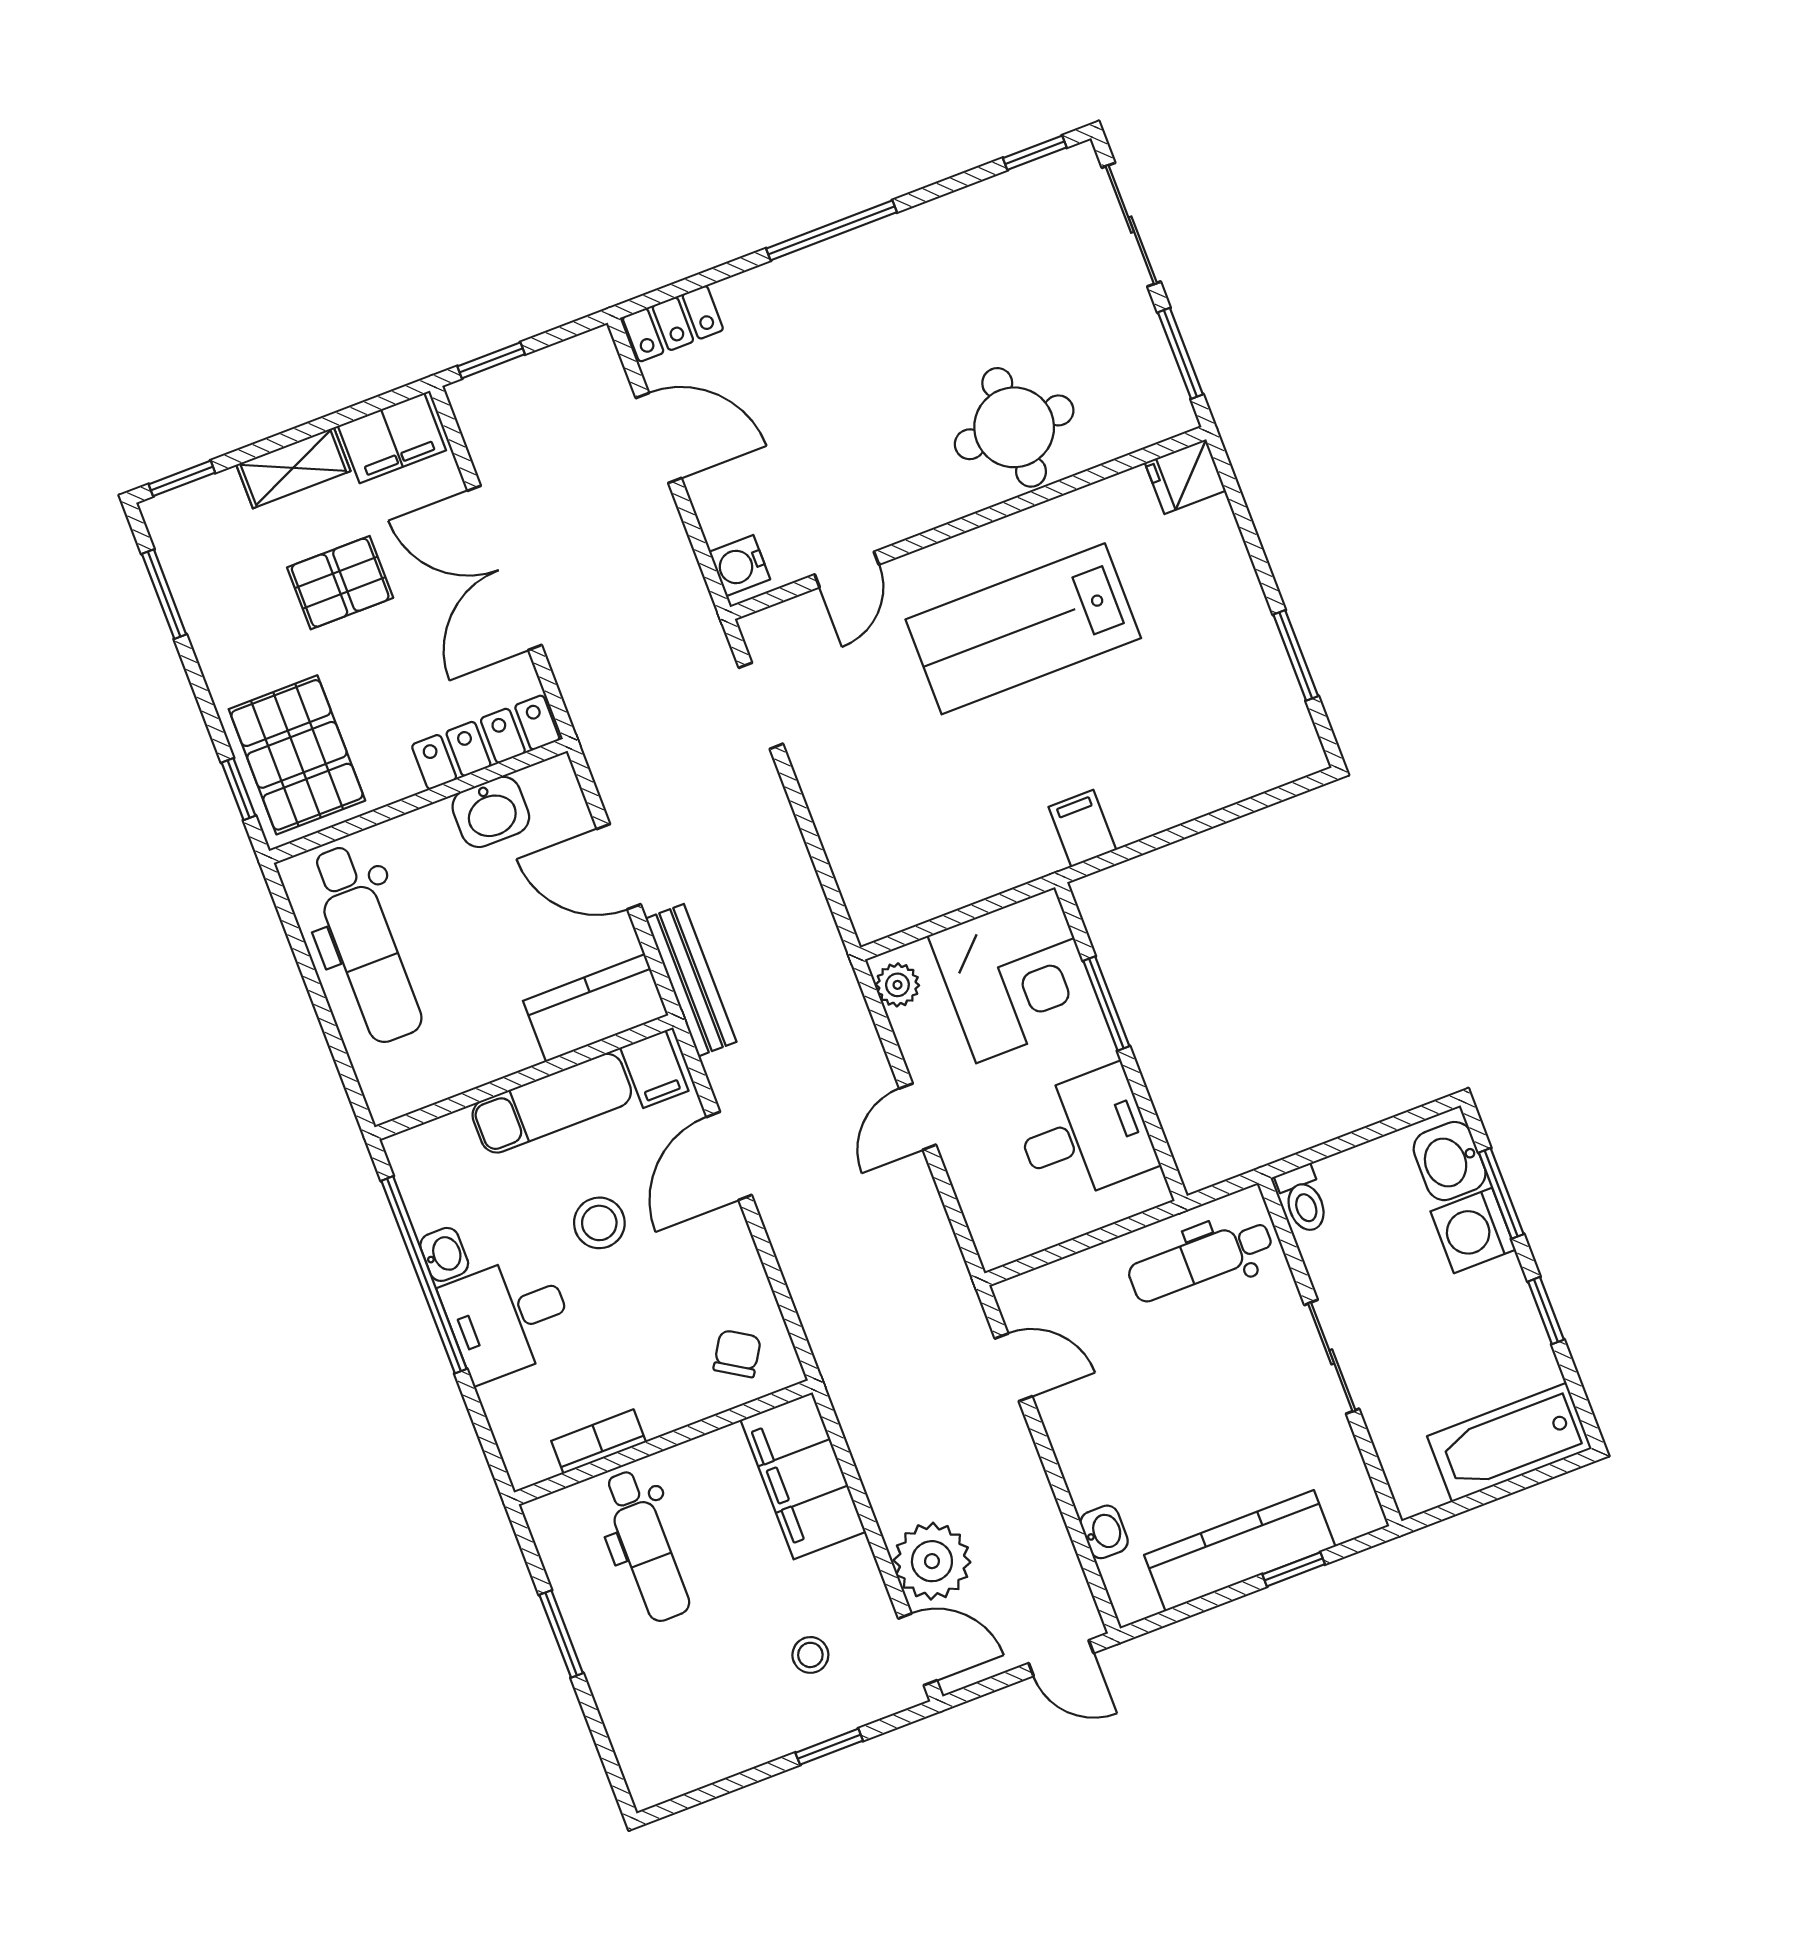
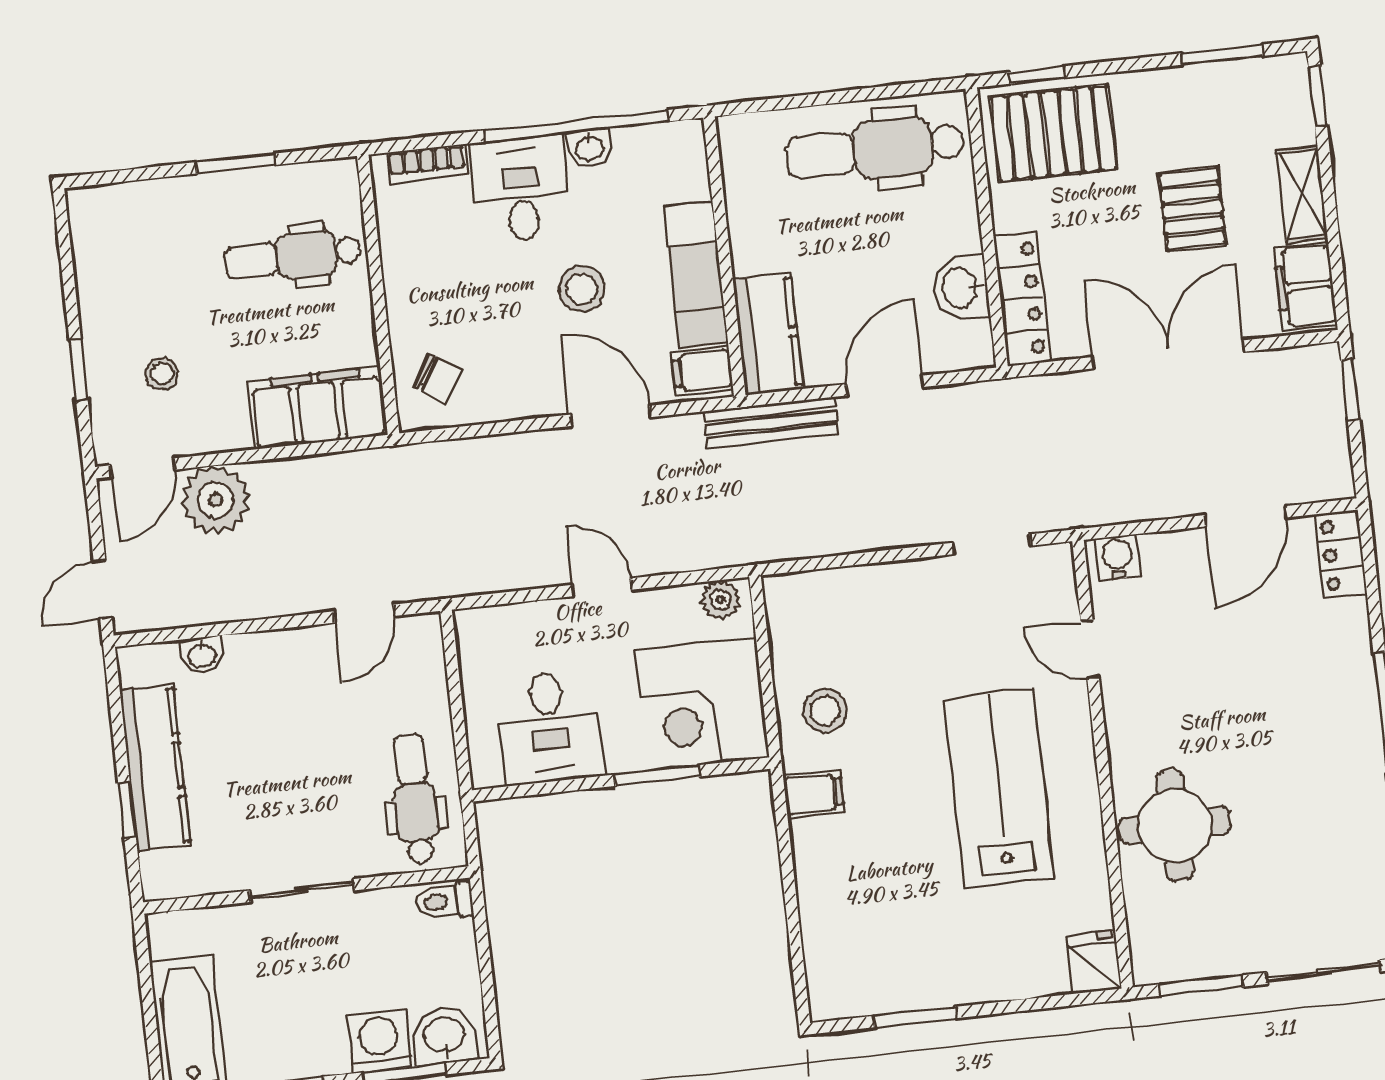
stool: (989, 840) -> (825, 711), added
bookcase: (599, 1441) -> (427, 164), moved, turned 90

